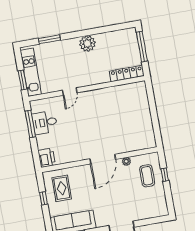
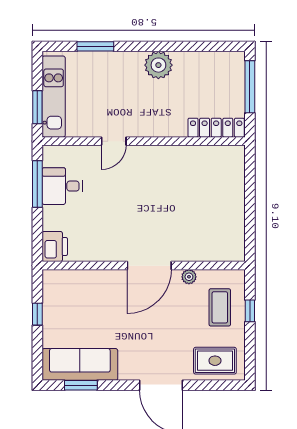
rug: (62, 188) -> (215, 361), moved, turned 90

